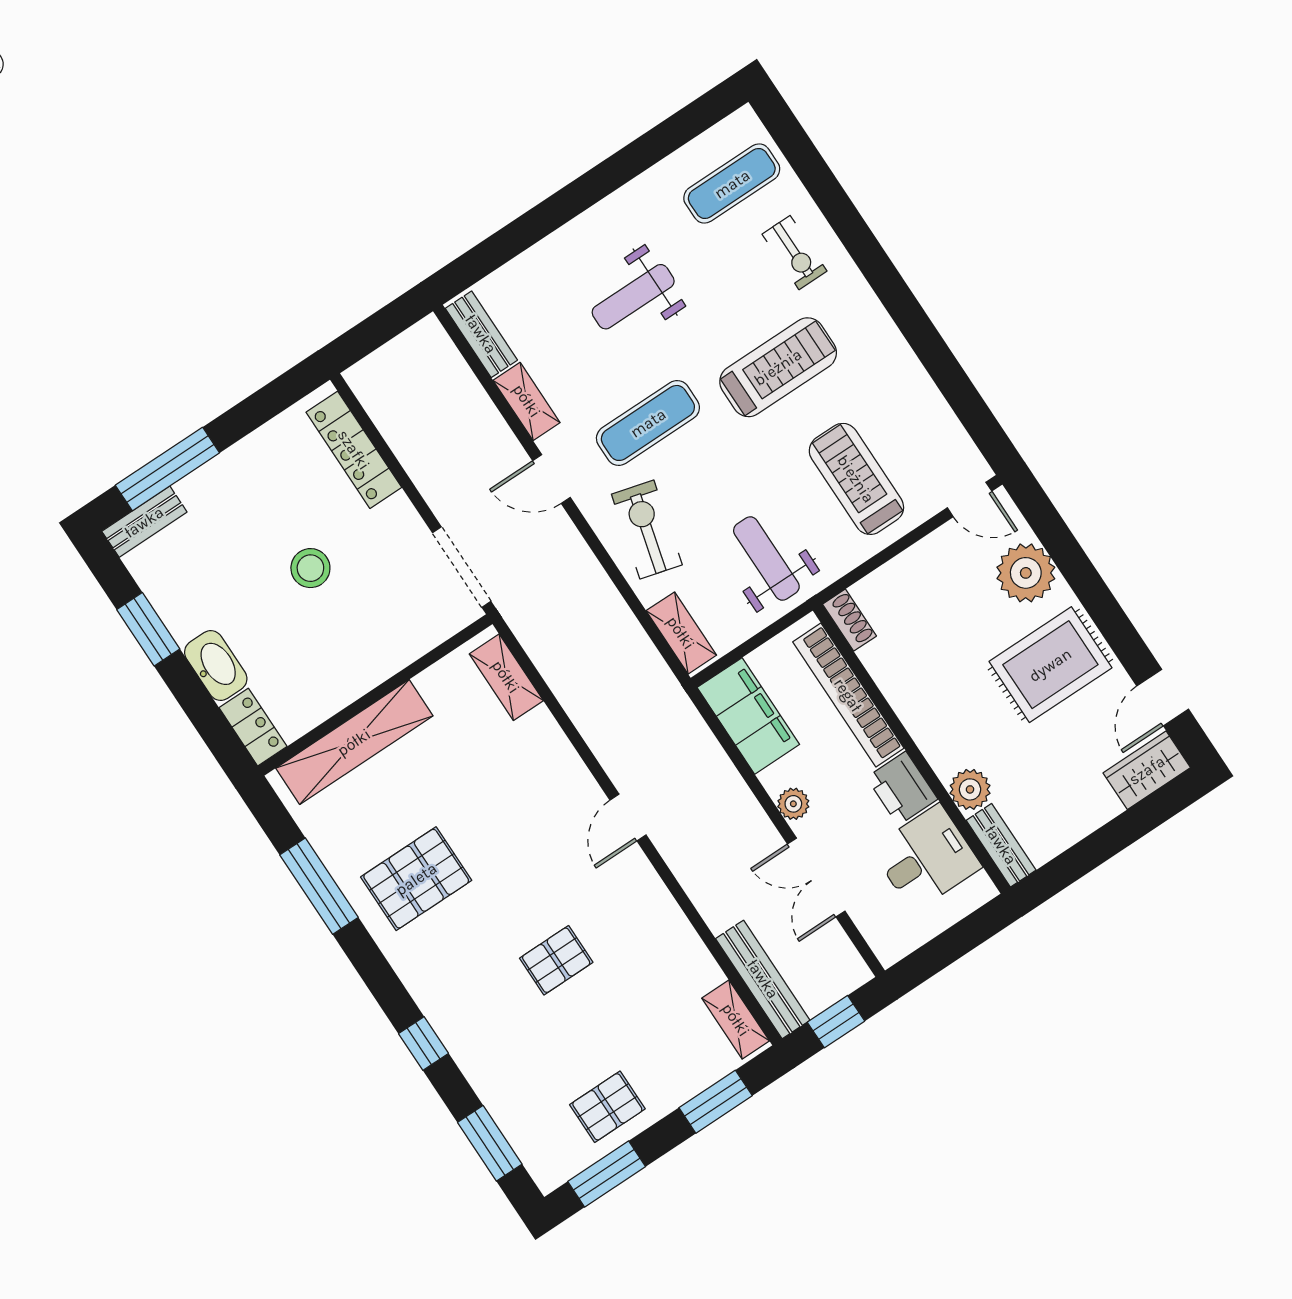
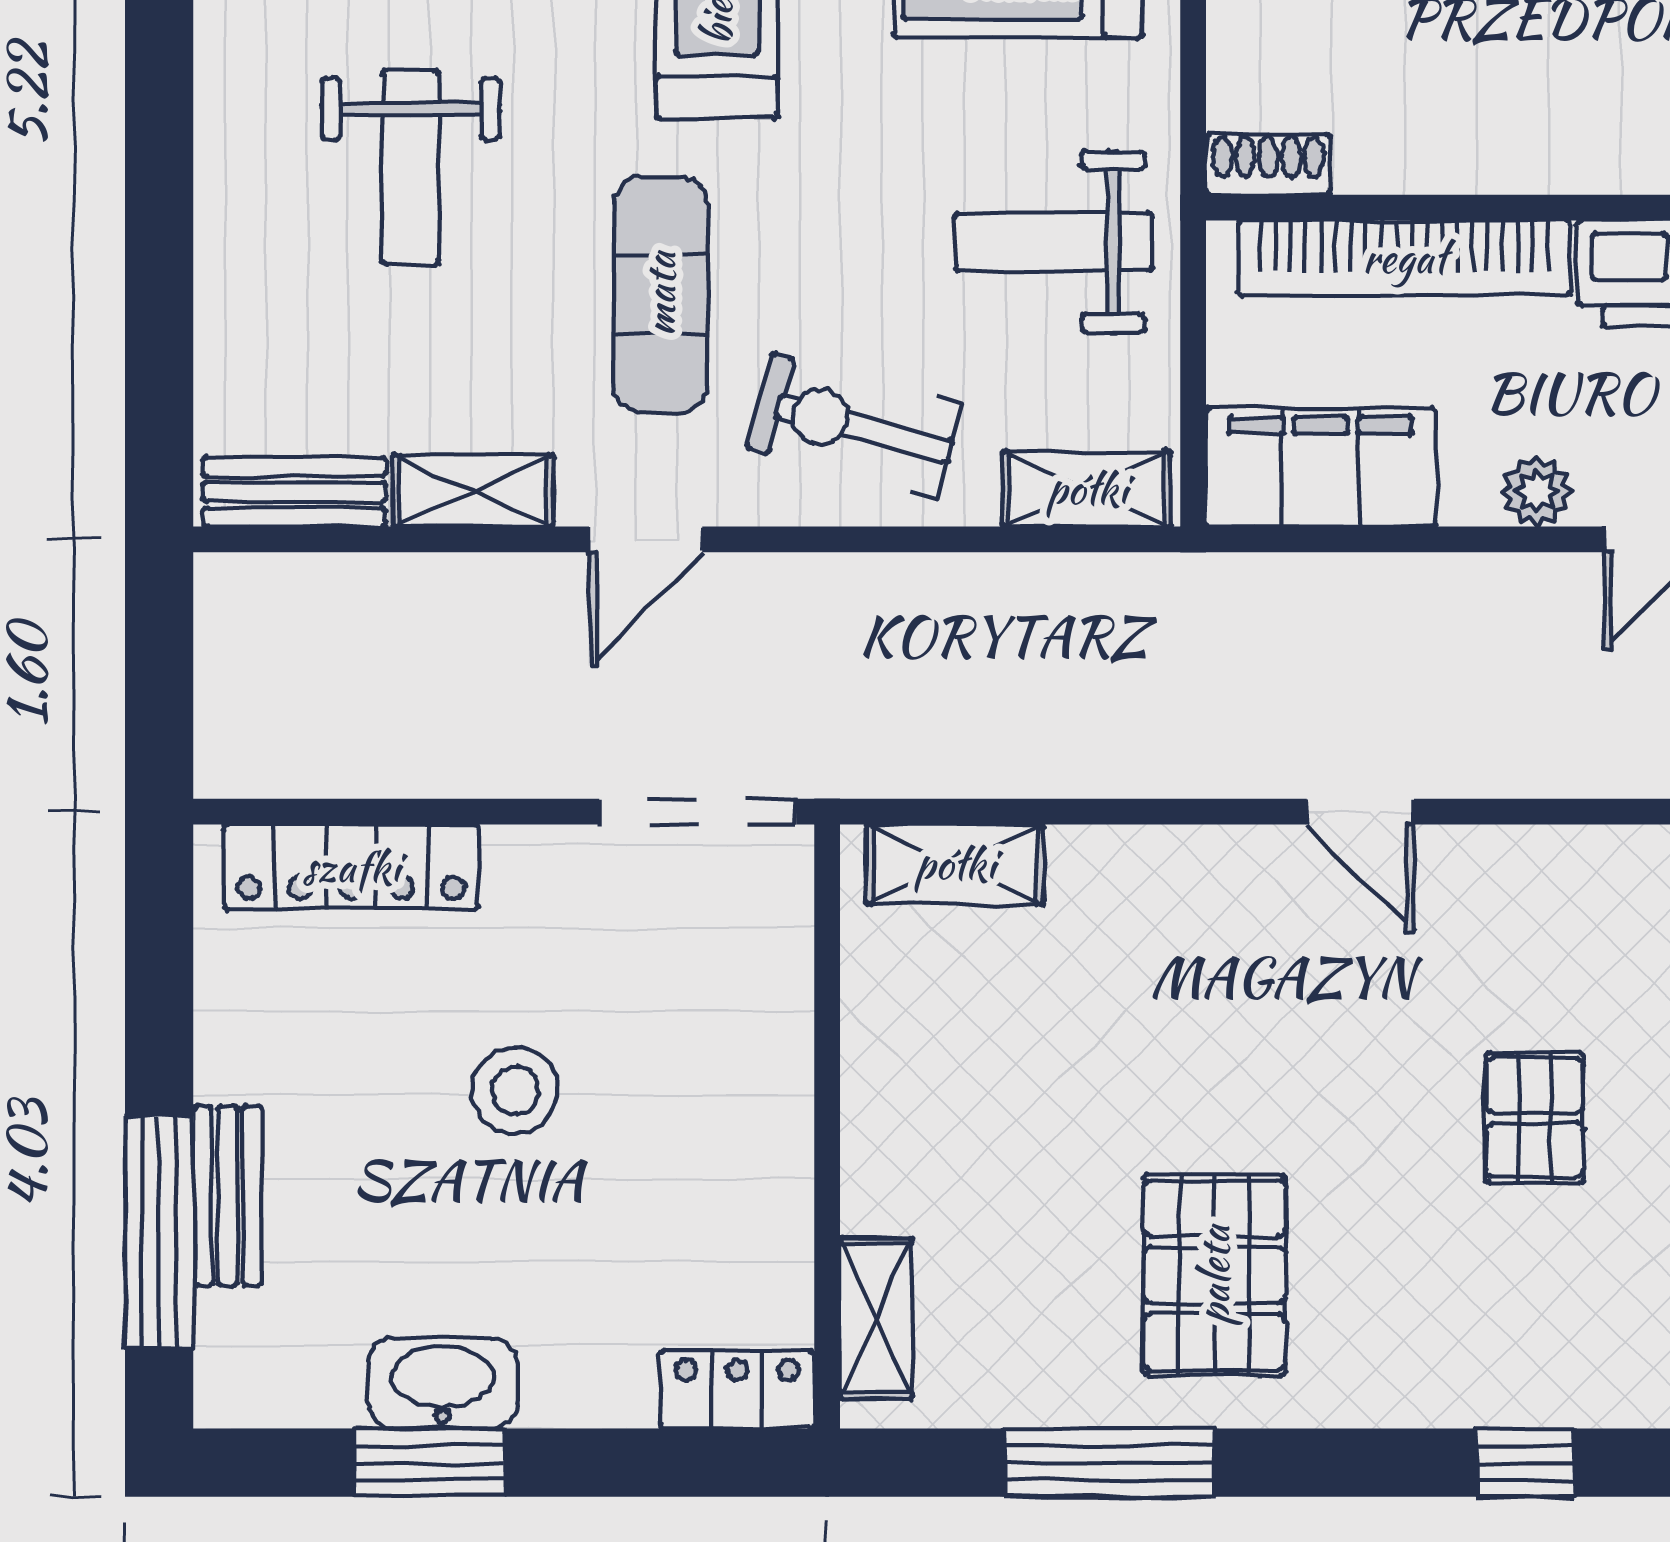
bench: (144, 522) -> (228, 1196), moved
washbasin: (216, 666) -> (443, 1383), moved
shelving: (354, 742) -> (876, 1318), width x0.45, depth x0.75

